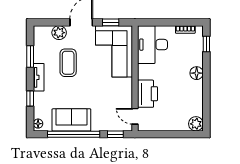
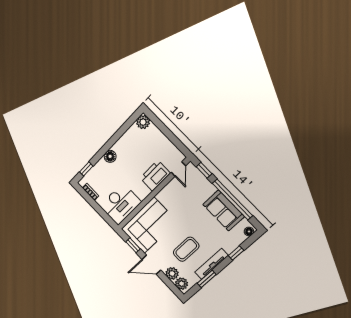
plant: (44, 32) -> (182, 284), added
tv unit: (39, 77) -> (211, 264), width x1.41

